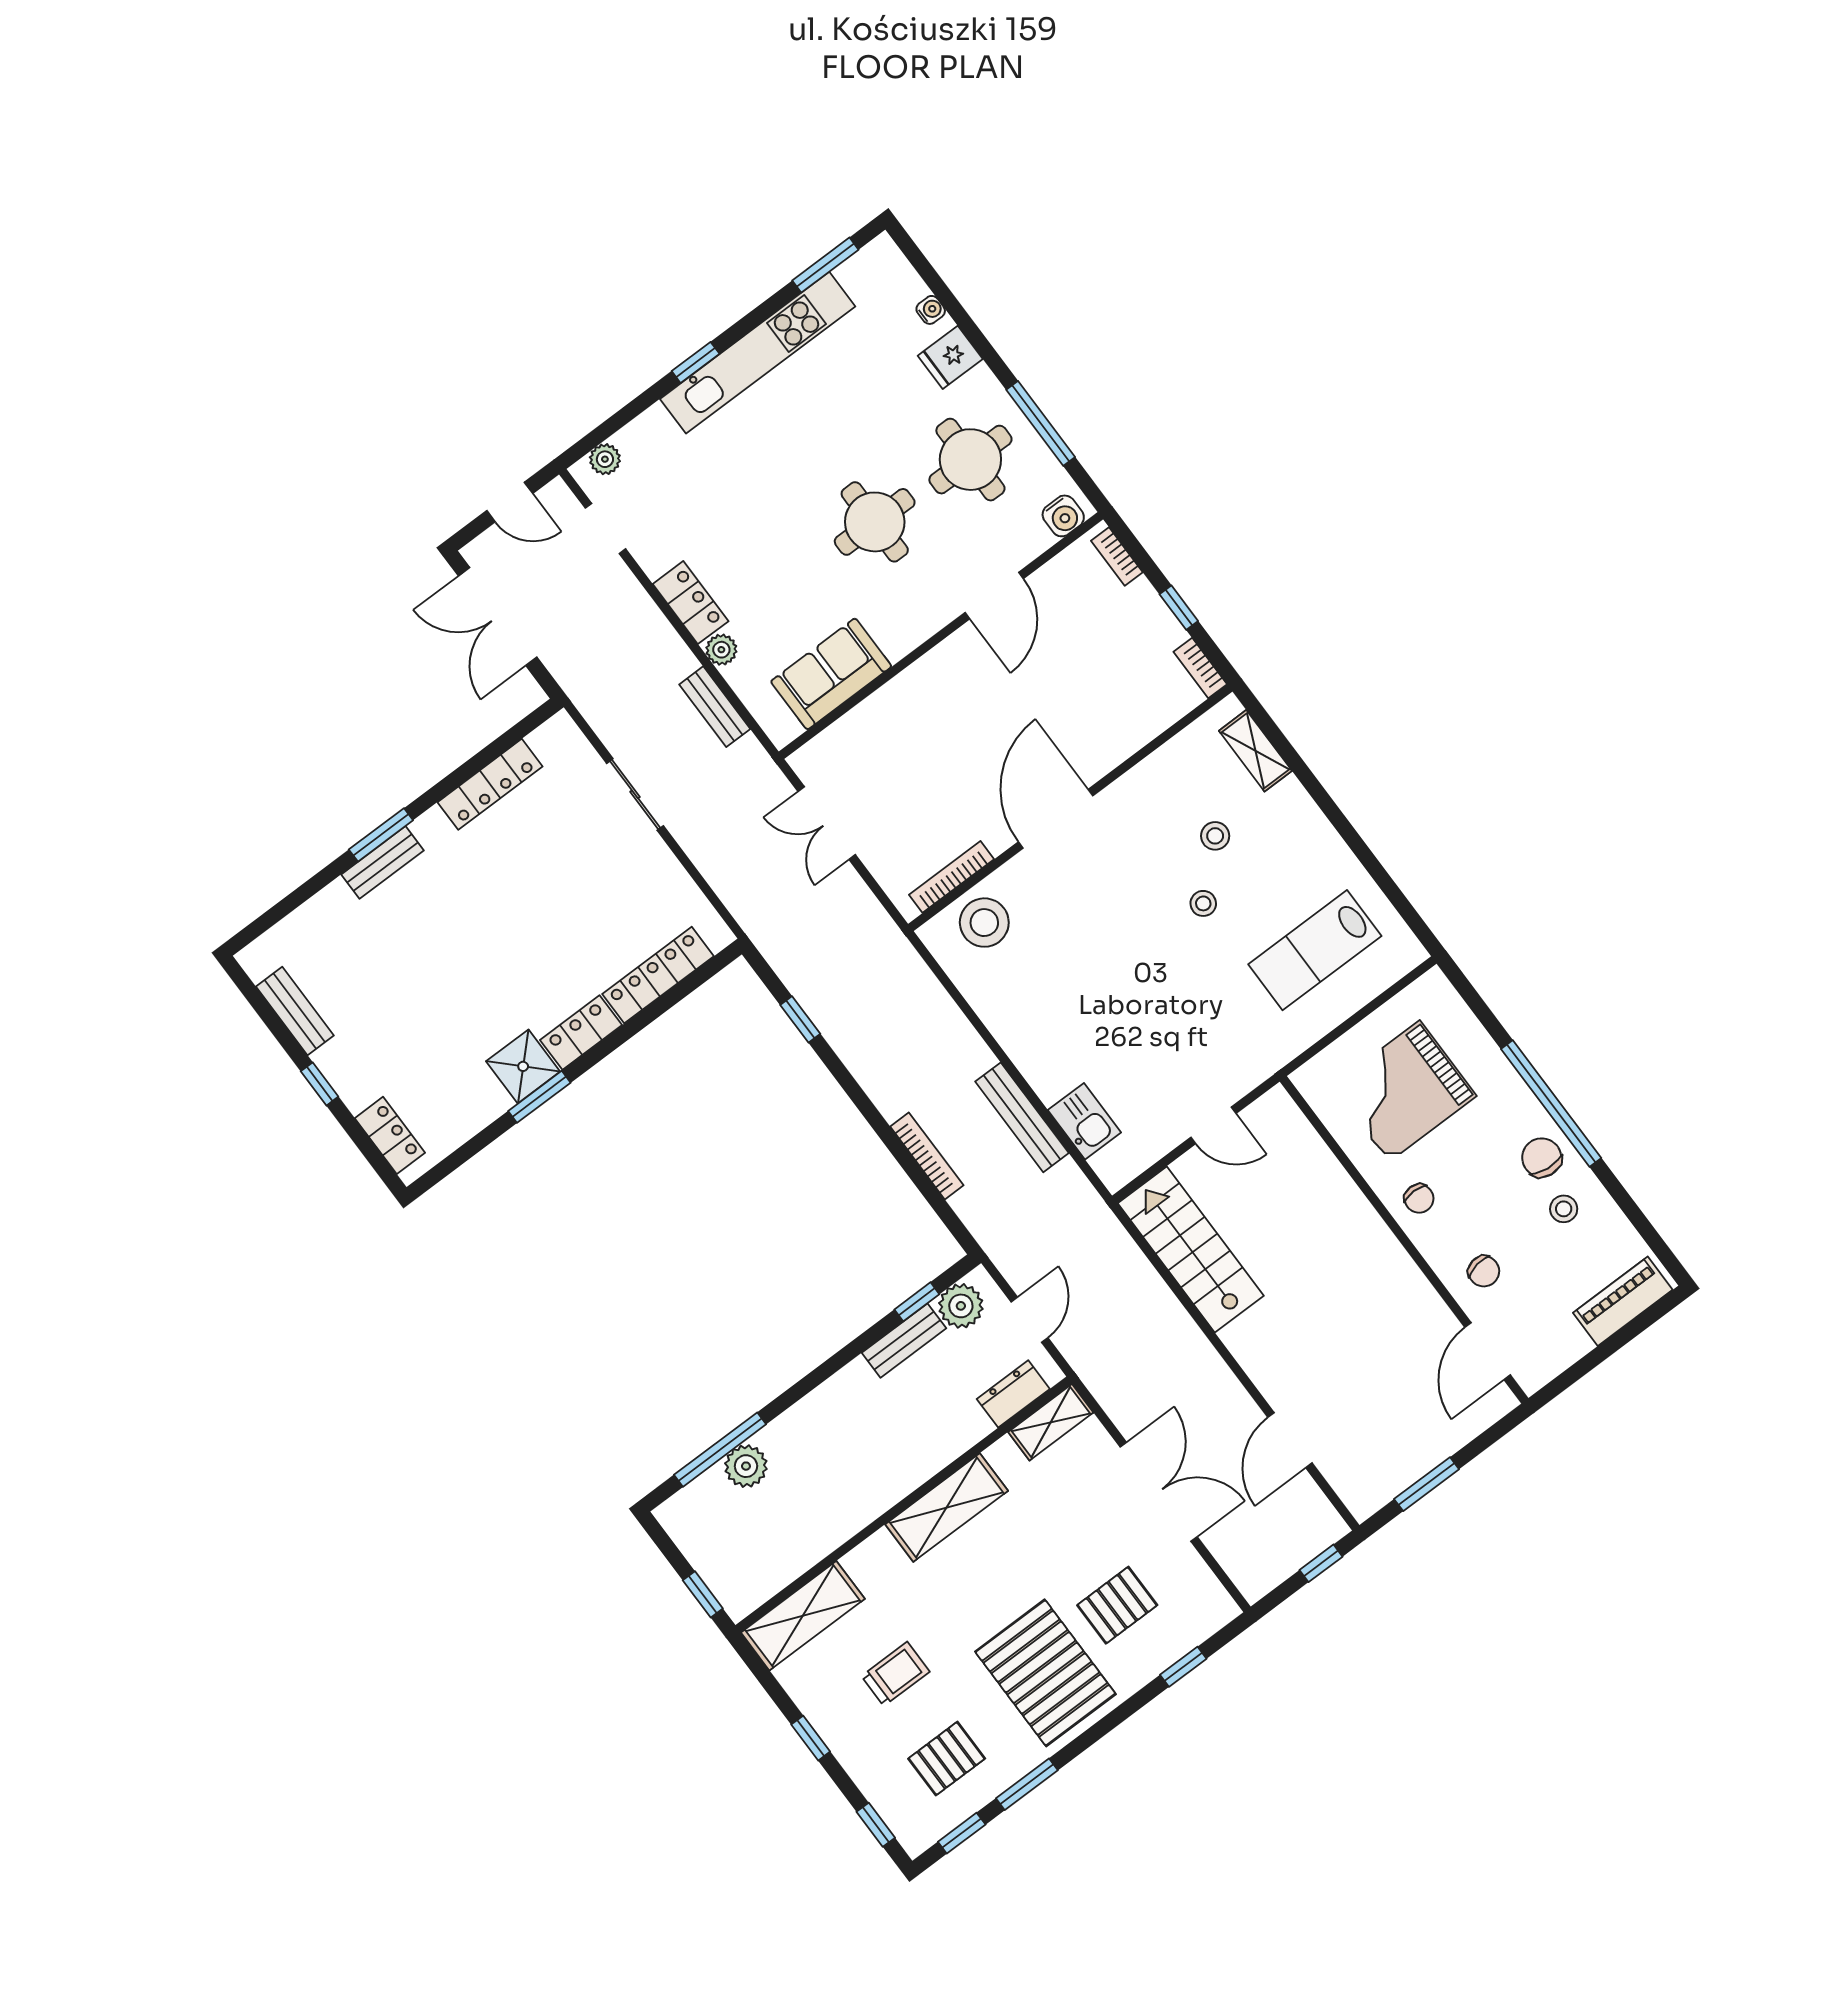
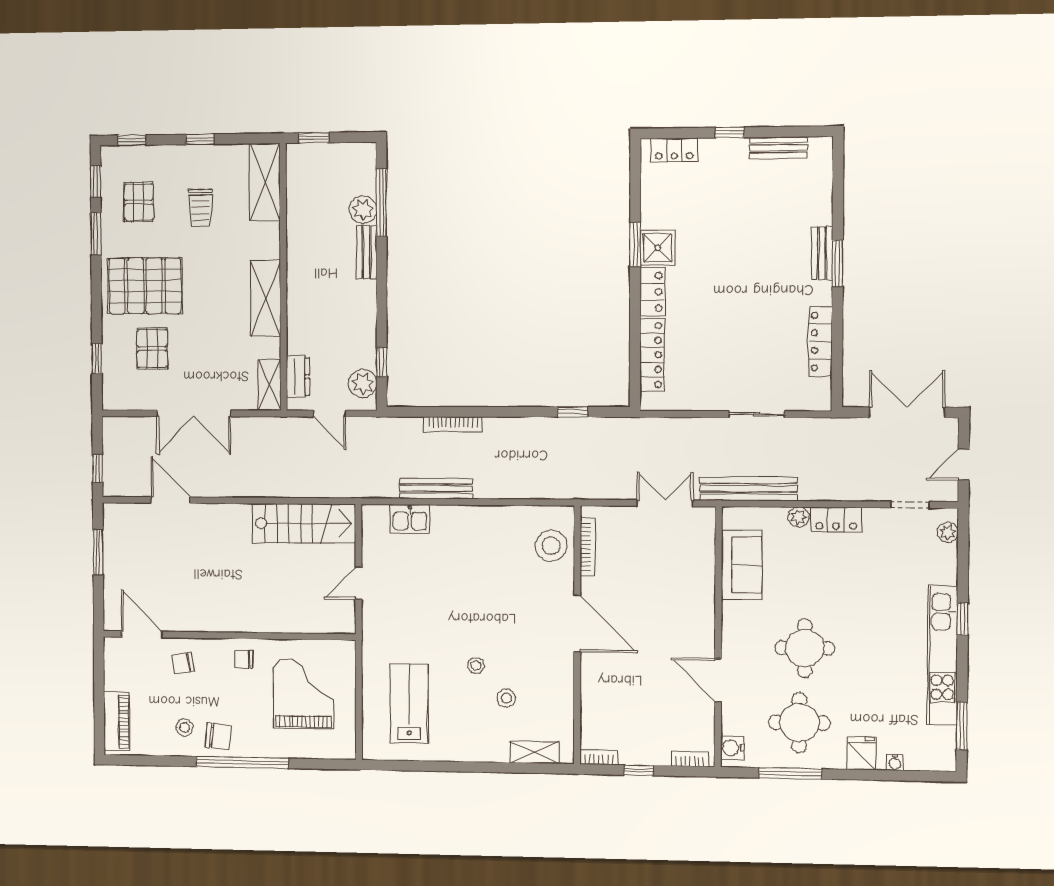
bench: (715, 707) -> (748, 489), width x1.86, depth x1.21
bench: (904, 1341) -> (367, 252), moved

